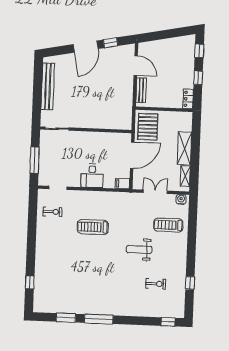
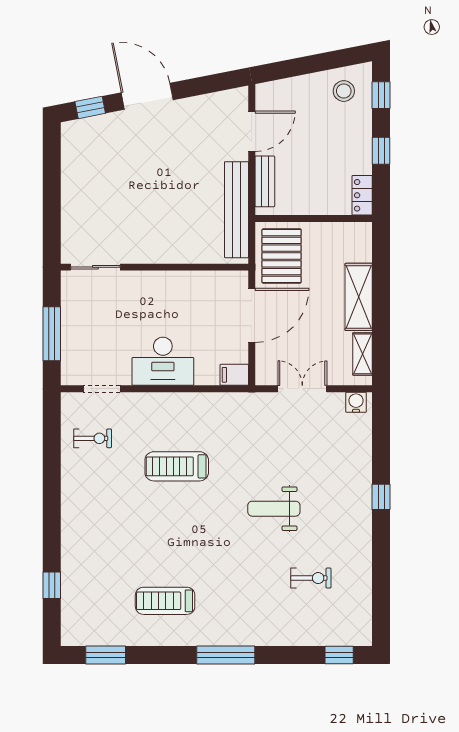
window: (110, 43) -> (90, 107), moved
door: (86, 47) -> (147, 96), swing flipped
stool: (181, 48) -> (344, 91), added
door: (136, 66) -> (252, 131), hinge flipped
bench: (48, 86) -> (236, 210), moved
desk: (92, 176) -> (163, 361), width x1.37
treadmill: (168, 225) -> (165, 601), moved
window: (190, 283) -> (381, 497), moved
window: (66, 318) -> (106, 655), moved
window: (99, 319) -> (226, 655), moved

